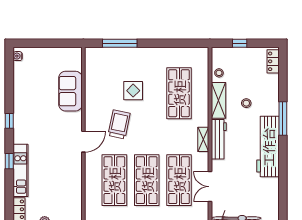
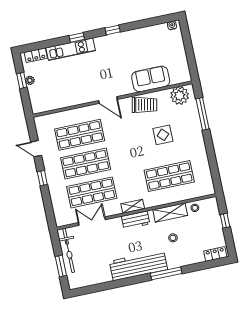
plant: (95, 64) -> (180, 96), added
trolley: (119, 124) -> (144, 105), moved
workbench: (219, 139) -> (136, 220), width x0.73

